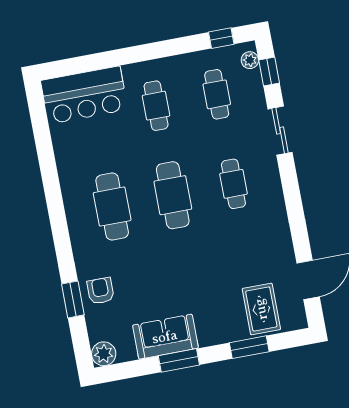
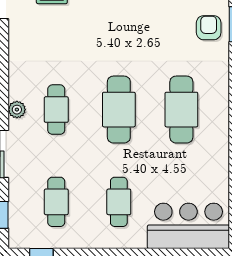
plant: (250, 60) -> (17, 110), moved
armchair: (101, 291) -> (209, 28), turned 180

